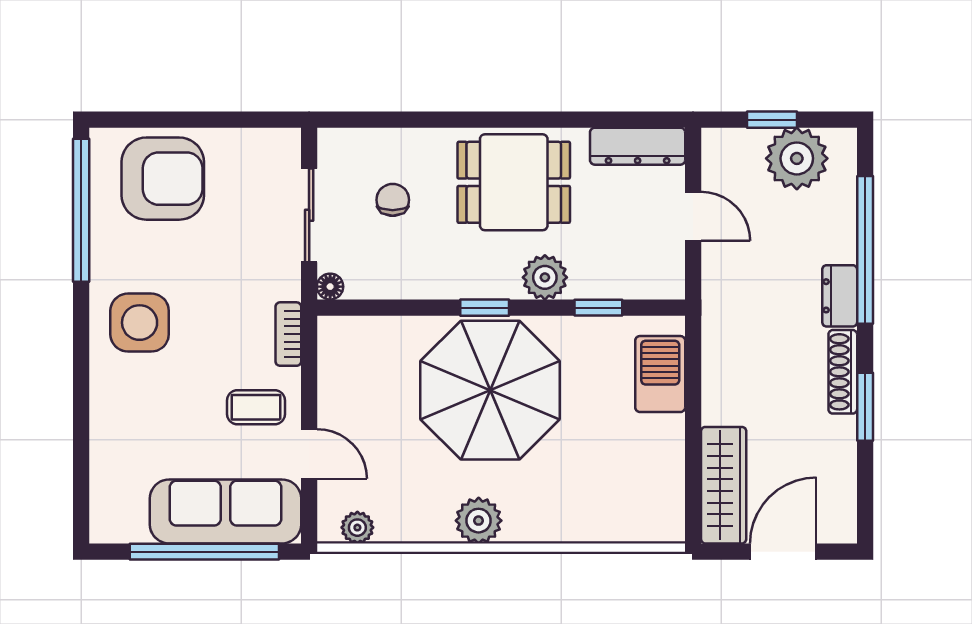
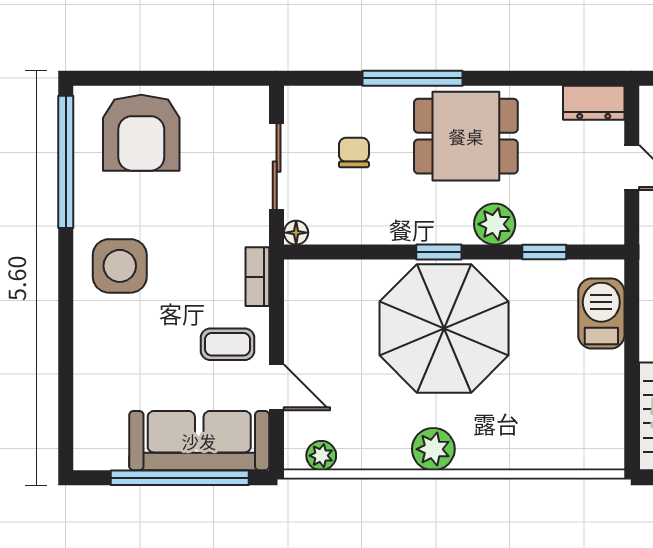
window: (456, 120) -> (413, 78), added
dresser: (638, 146) -> (594, 103), width x0.70
armchair: (163, 179) -> (141, 133), turned 90

